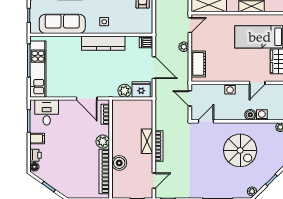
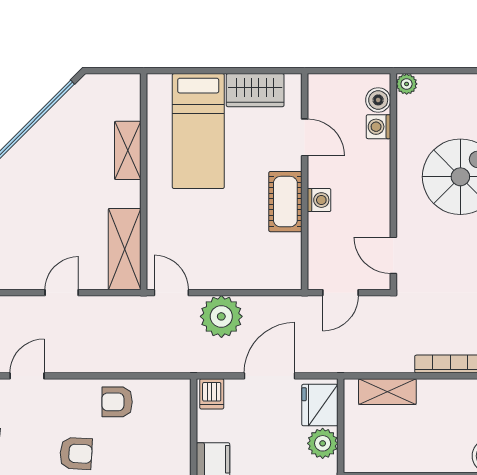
plant: (184, 47) -> (221, 316), width x1.88, depth x1.88
cot: (198, 64) -> (285, 202), moved, turned 90
boiler: (250, 115) -> (378, 100), moved
shelving: (147, 141) -> (387, 392), moved

